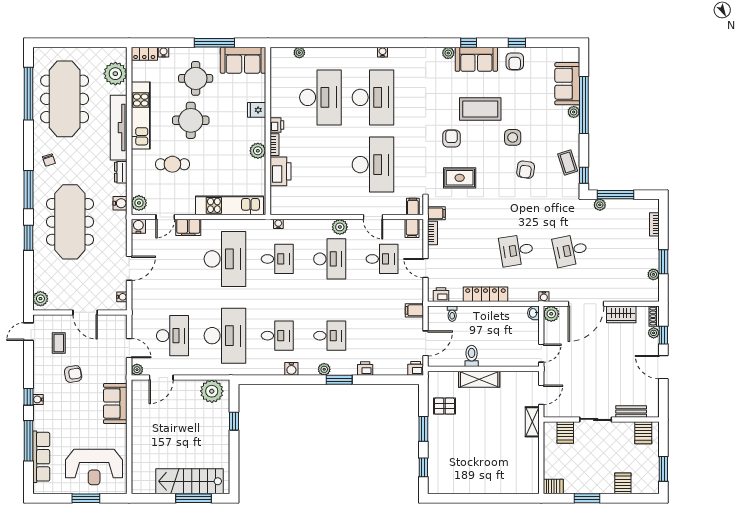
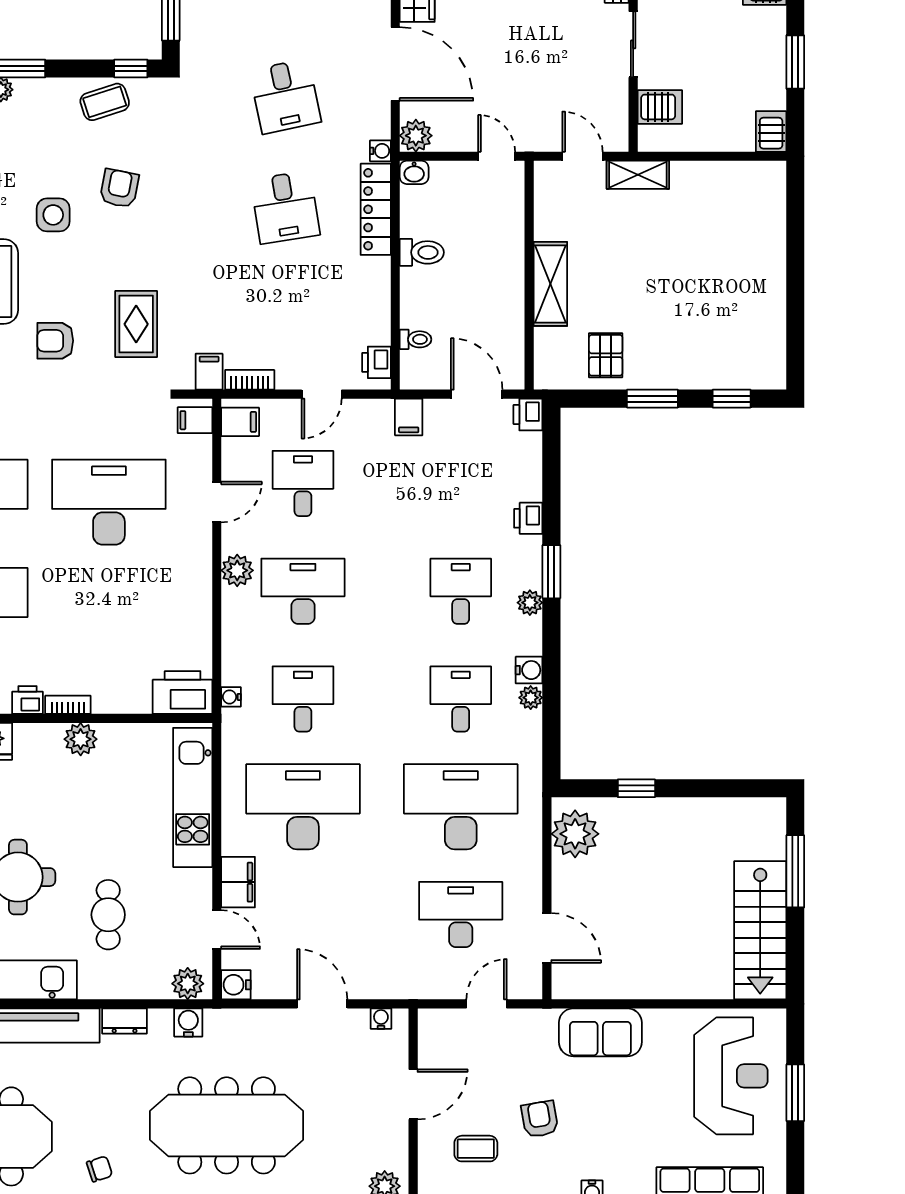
armchair: (526, 170) -> (119, 188), turned -87
printer: (280, 171) -> (183, 692), moved
plant: (600, 205) -> (192, 36), removed
locker: (486, 294) -> (376, 209), moved
toilet: (472, 356) -> (422, 252), moved, turned 180
plant: (137, 370) -> (531, 698), moved
stairs: (190, 481) -> (760, 930), moved

